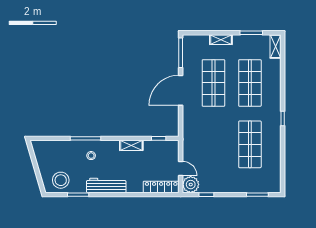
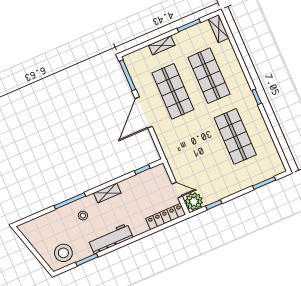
shelving: (131, 145) -> (107, 193), moved

